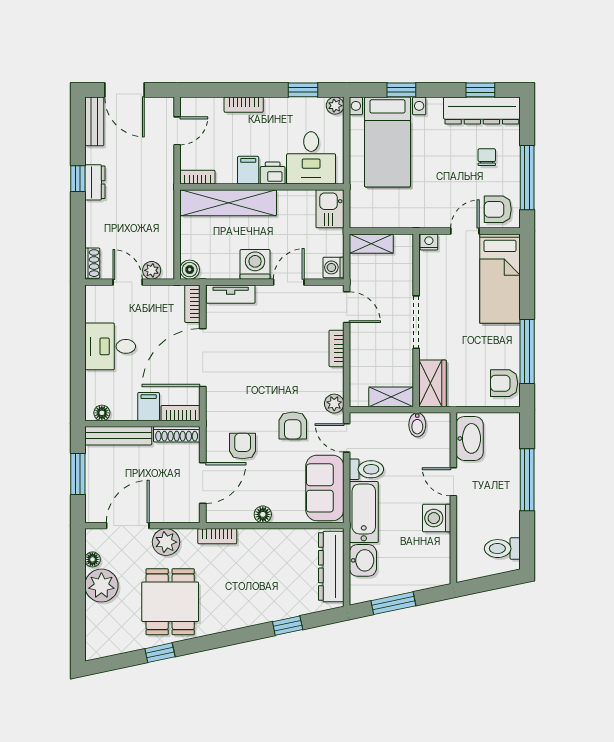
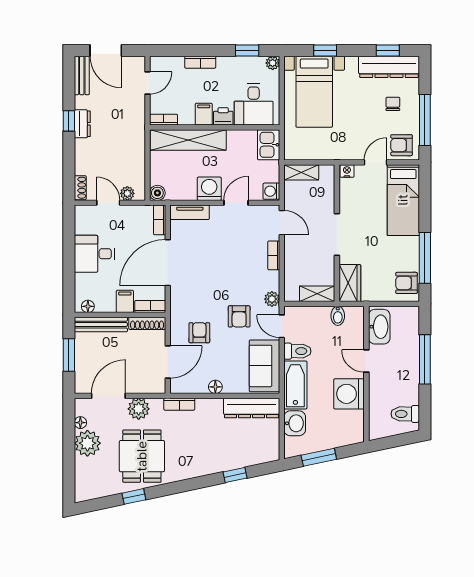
washing machine: (437, 518) -> (349, 394), width x1.37, depth x1.37
dresser: (331, 567) -> (252, 408), moved, turned -90

